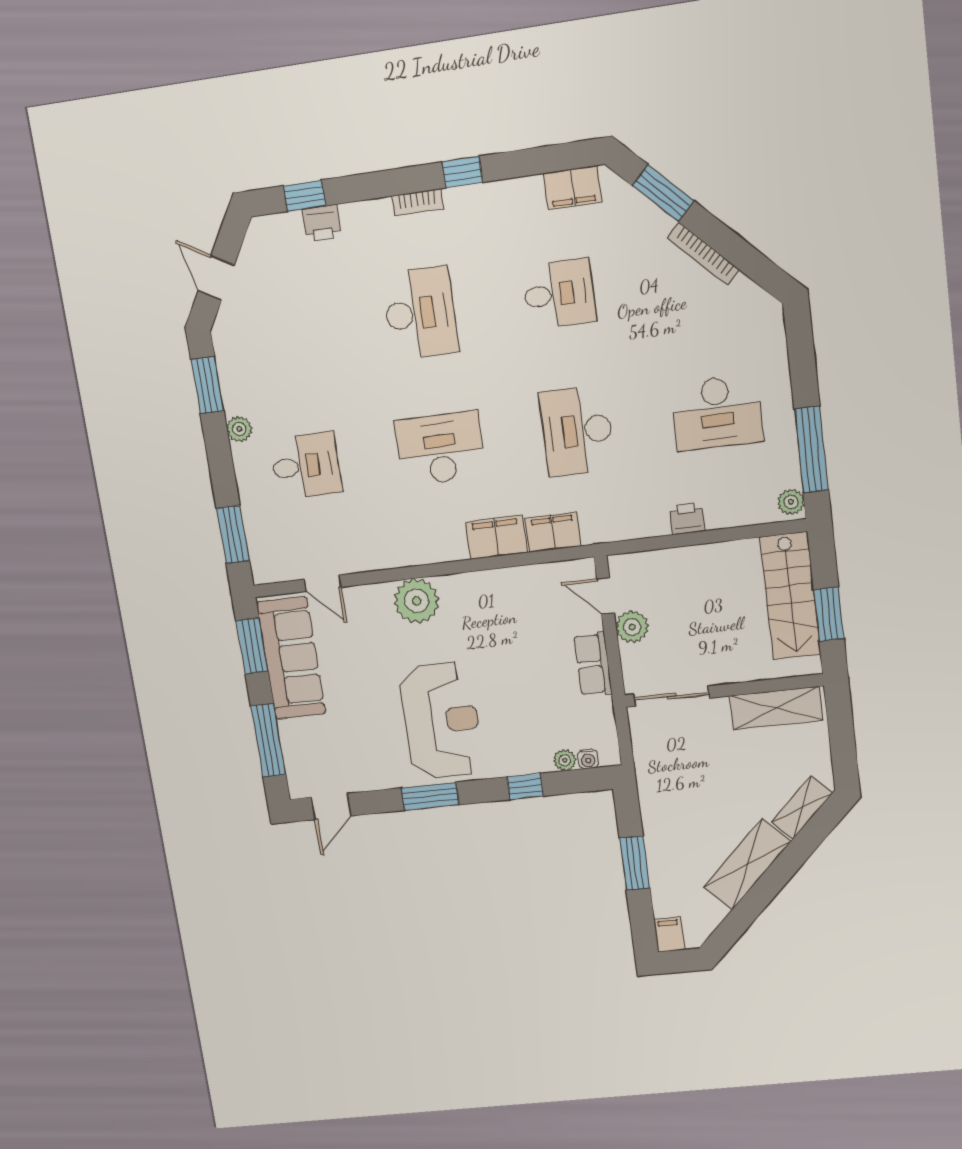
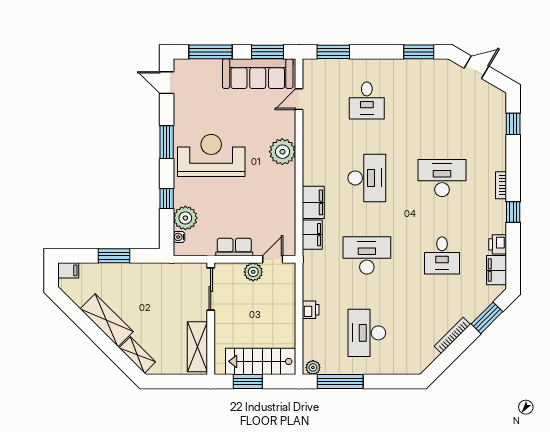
printer: (322, 223) -> (498, 244), moved
desk: (420, 313) -> (442, 178), turned 180
plant: (239, 429) -> (392, 66), removed
reception desk: (441, 720) -> (211, 155), turned 180
plant: (565, 760) -> (185, 218), width x1.88, depth x1.88

